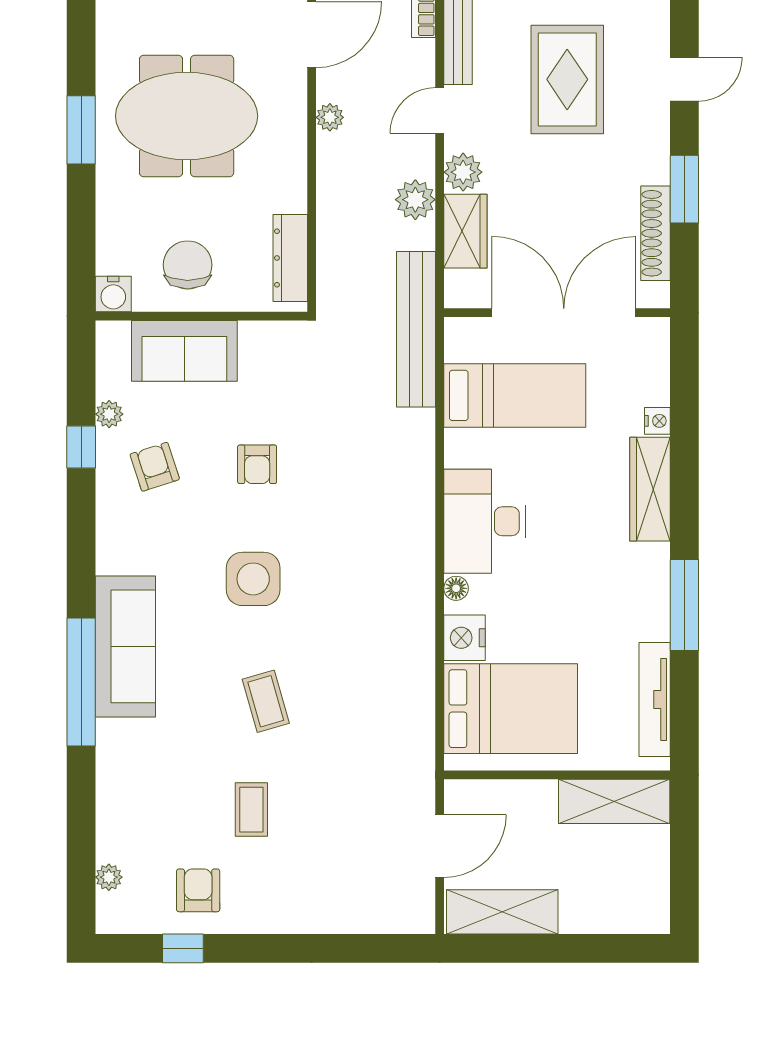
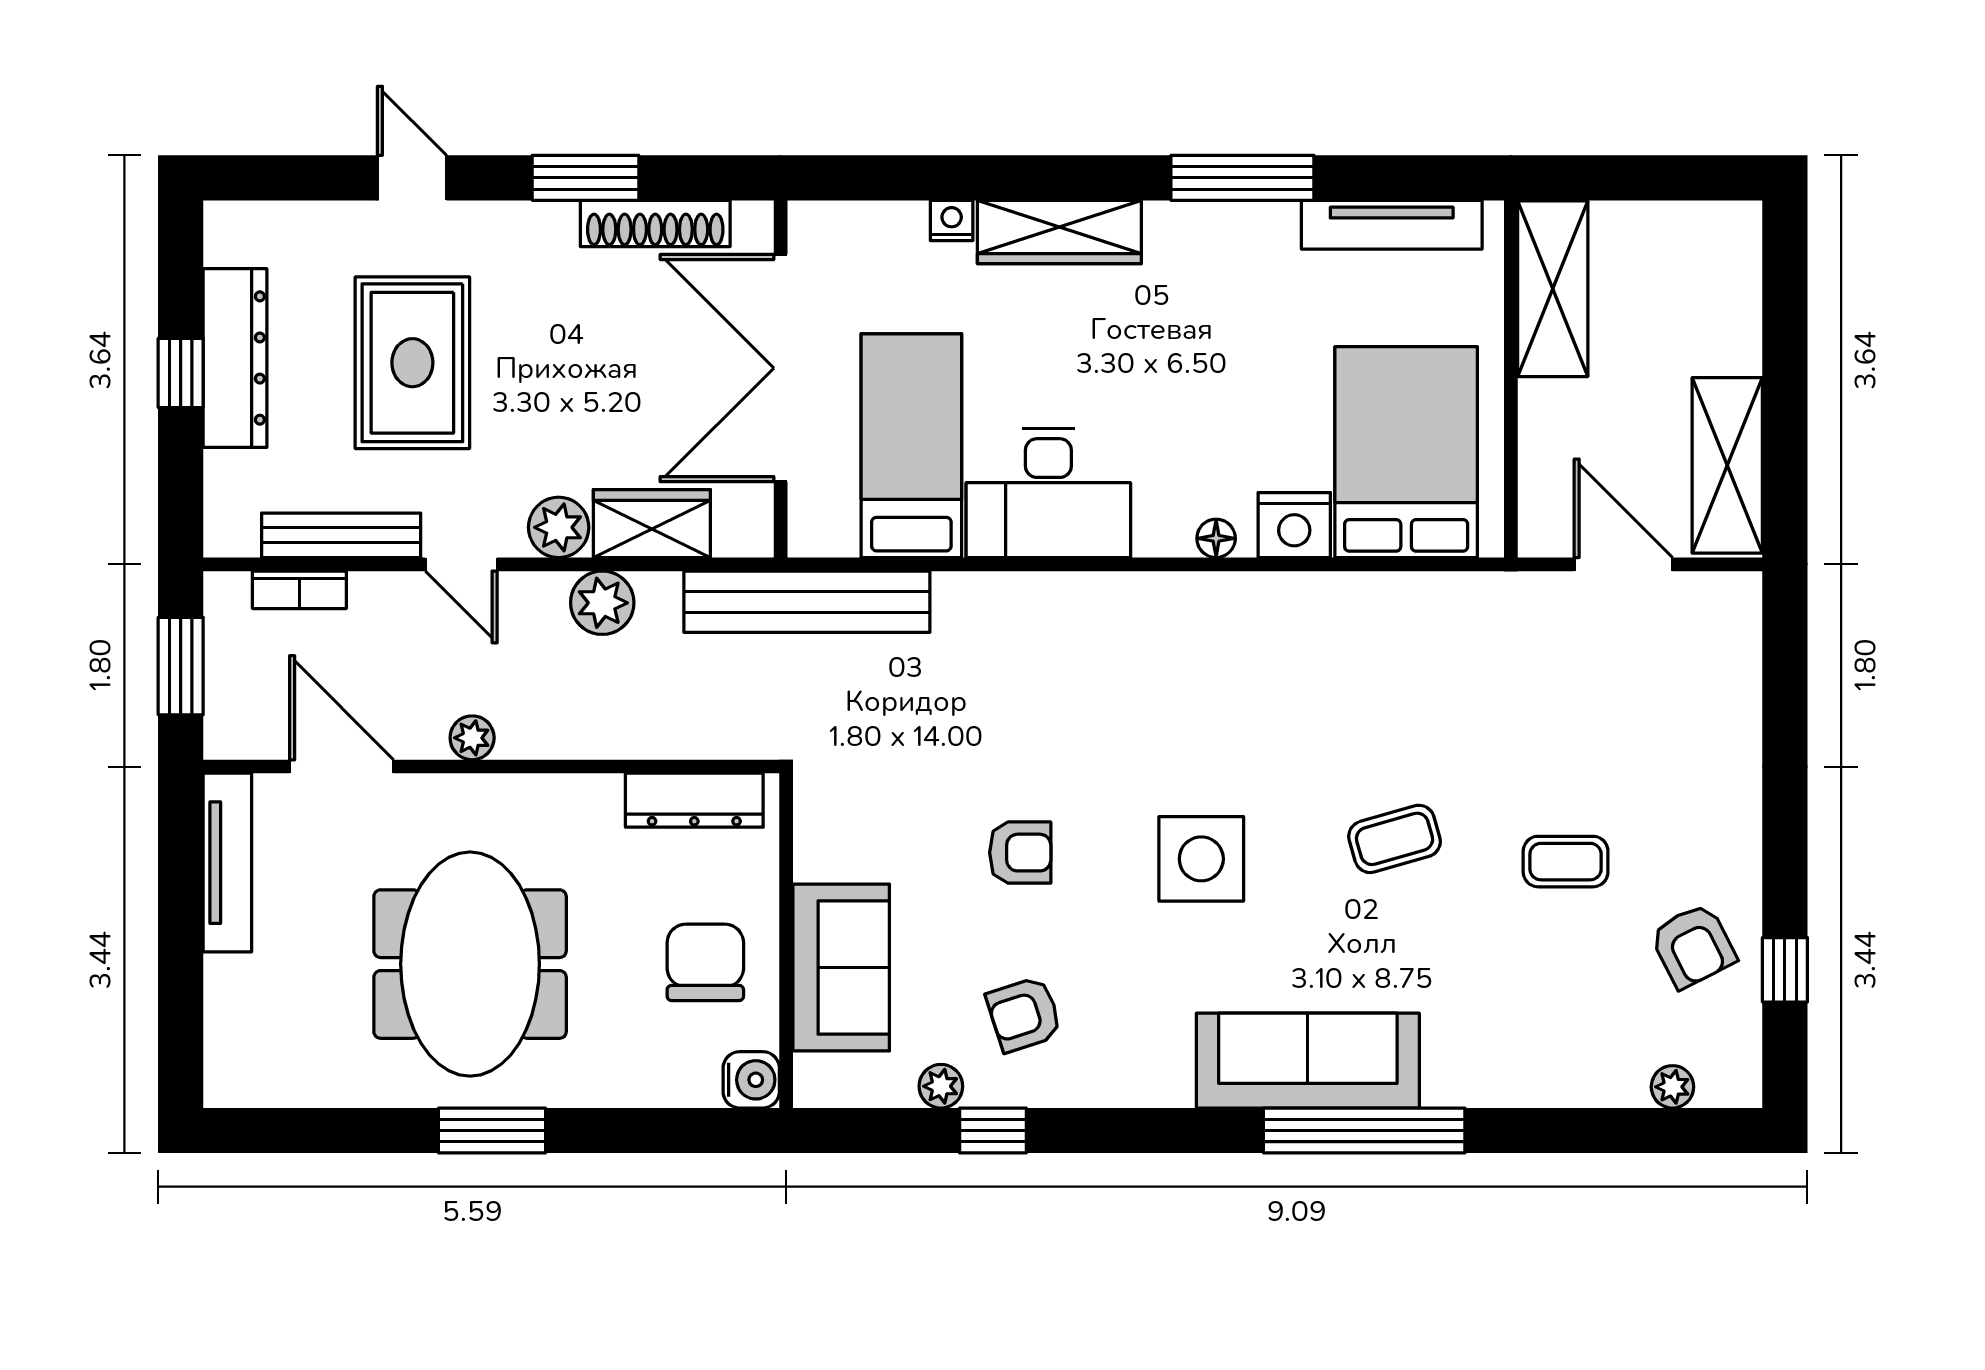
rug: (567, 79) -> (412, 363), turned 90
chair: (188, 265) -> (705, 962), turned 90
desk: (485, 521) -> (1048, 493), moved
armchair: (198, 890) -> (1693, 946), turned -117

